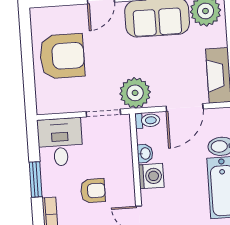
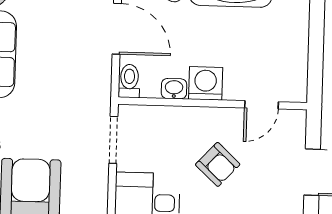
plant: (135, 93) -> (90, 94), removed
armchair: (93, 191) -> (218, 164), turned 133

